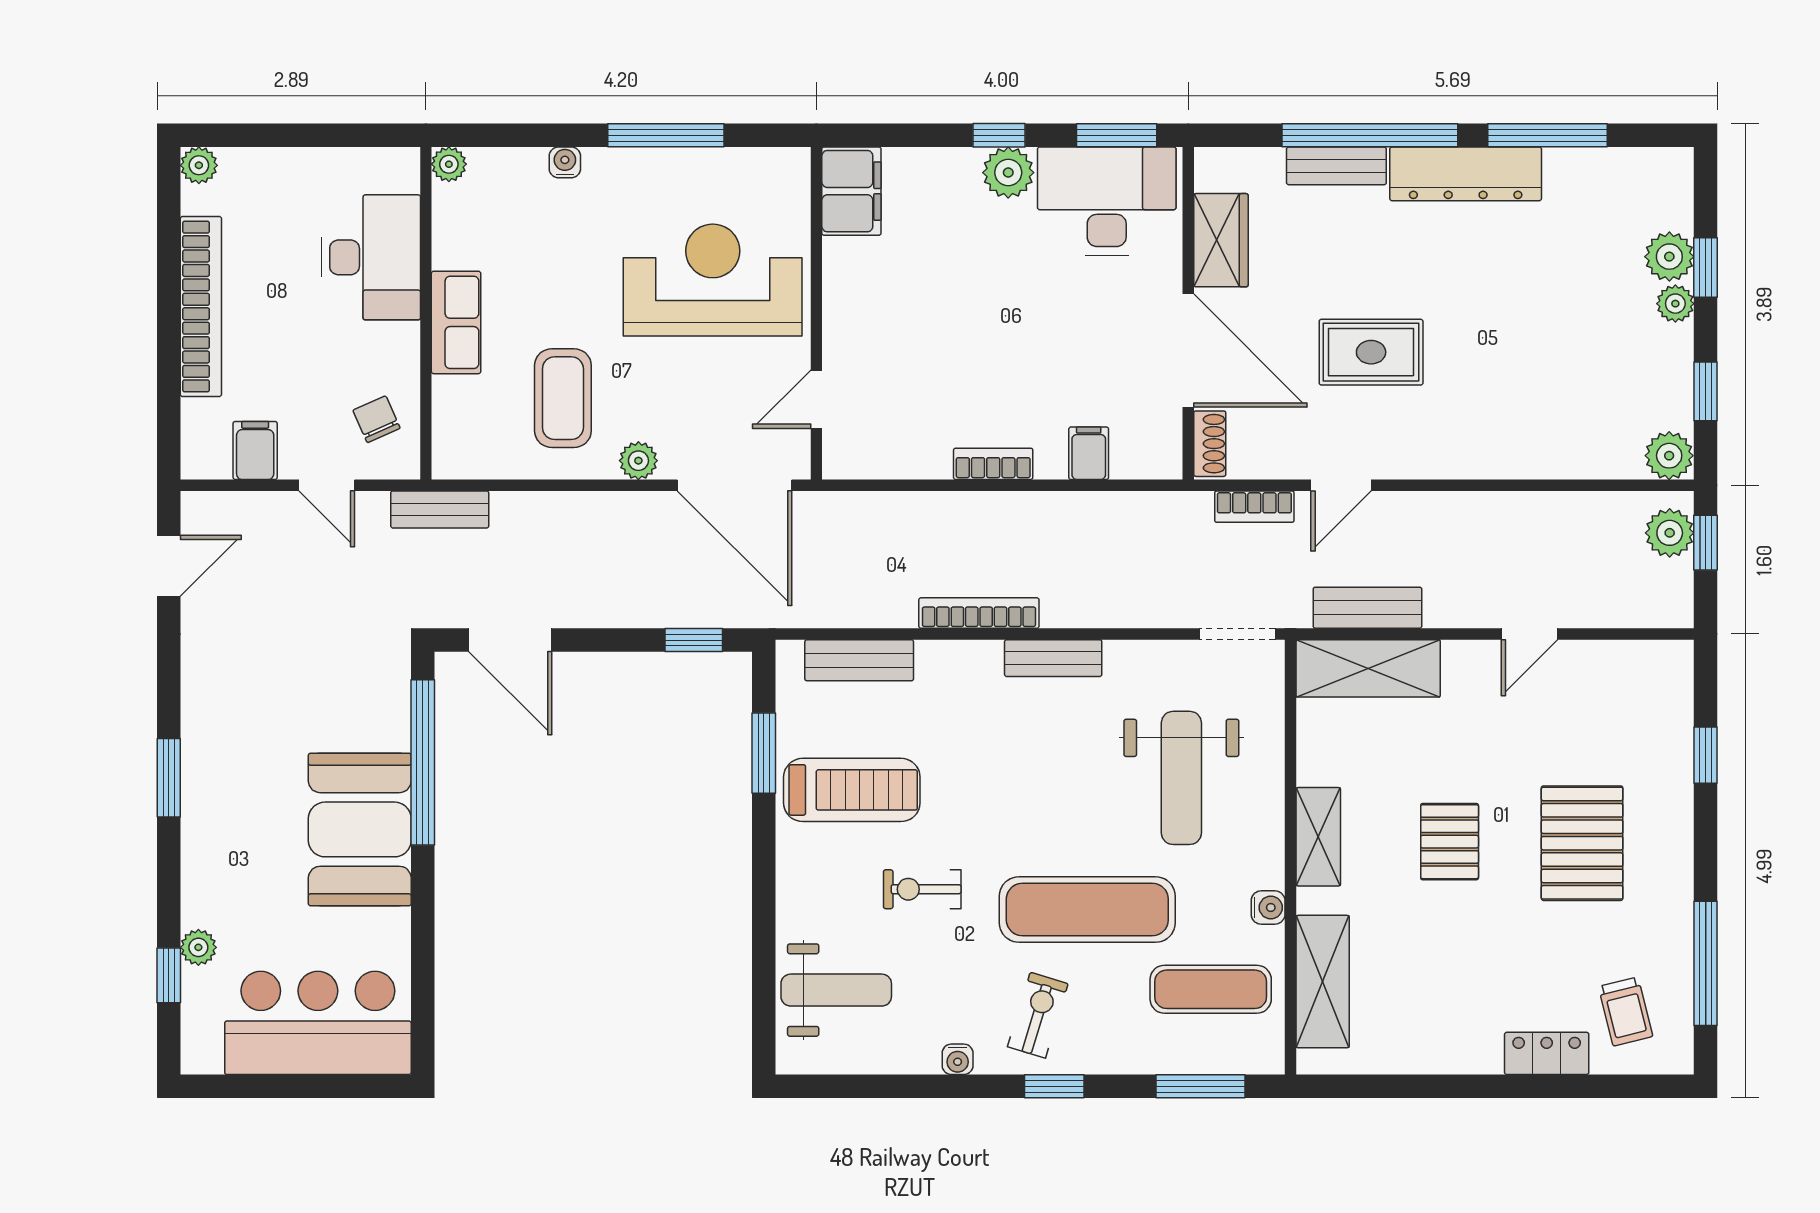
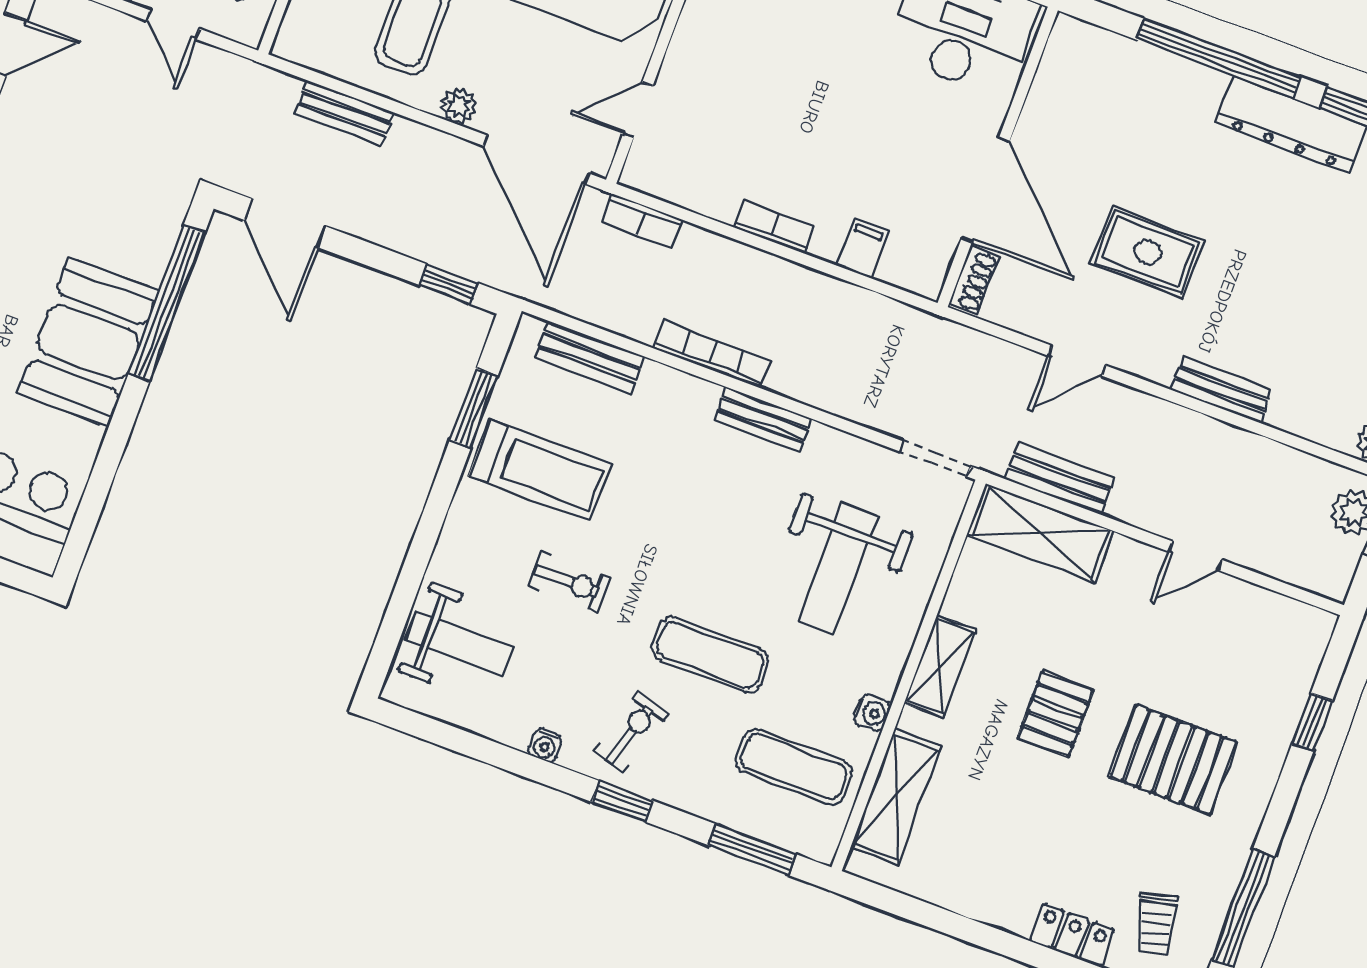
bench: (1336, 166) -> (1222, 390), moved
wardrobe: (1221, 240) -> (1051, 103), removed
bookcase: (1254, 507) -> (642, 221), moved
bench: (440, 509) -> (345, 113), moved
pallet: (1582, 843) -> (1173, 760), turned 90
exercise bike: (922, 889) -> (570, 582), turned 180
exercise mat: (1087, 910) -> (710, 655), width x0.73, depth x0.69

